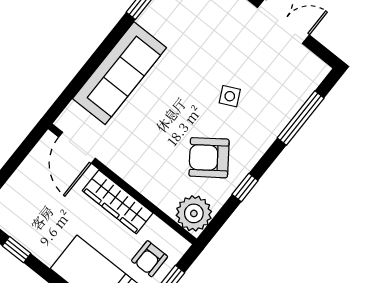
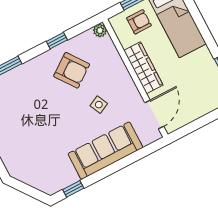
side table: (230, 96) -> (99, 105), moved
plant: (194, 213) -> (100, 30), width x0.53, depth x0.53

